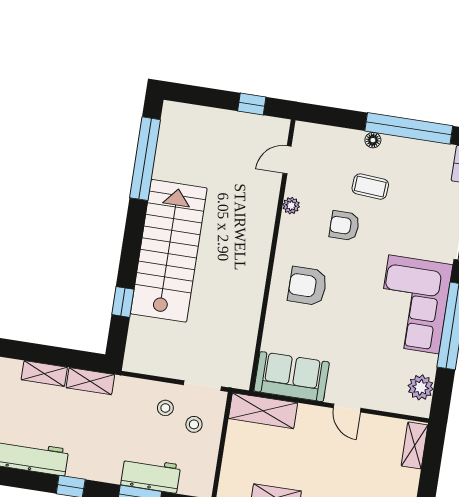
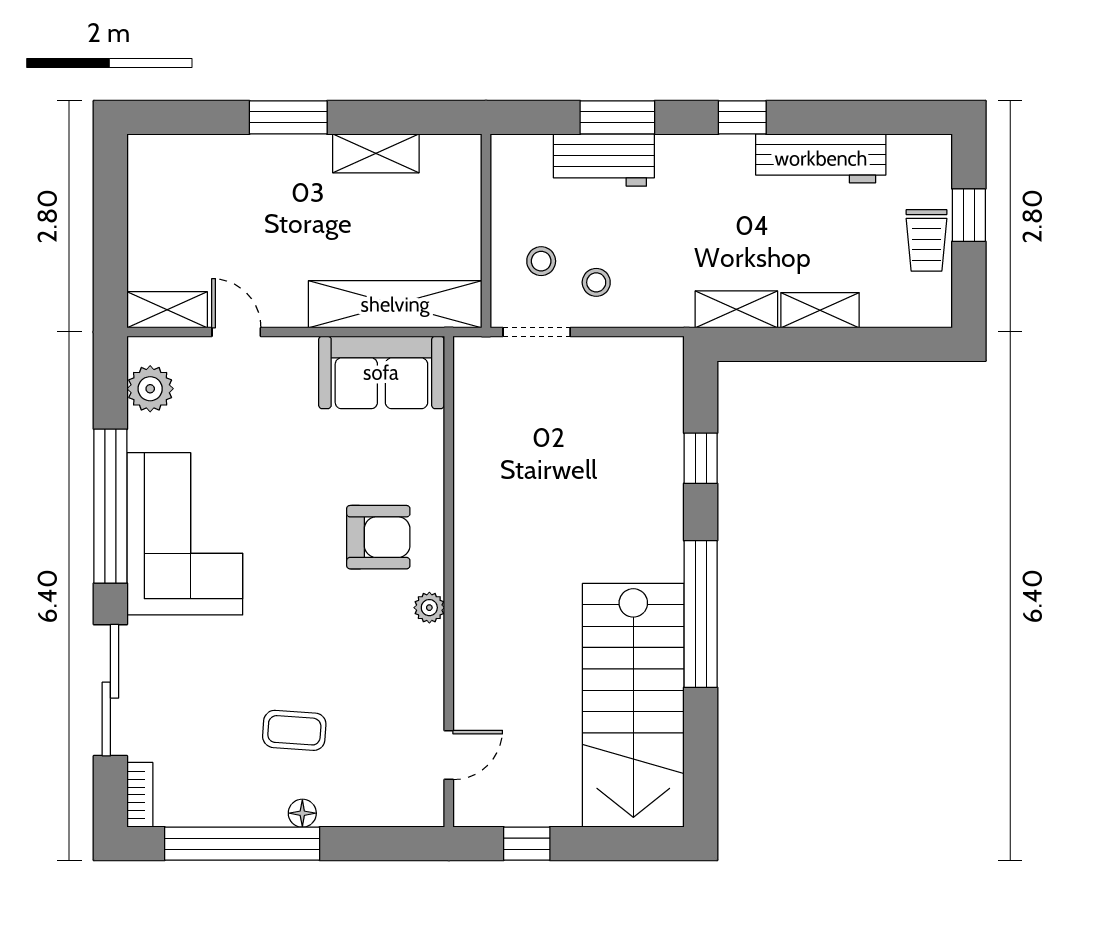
window: (145, 159) -> (701, 614), moved
plant: (291, 206) -> (429, 608), moved
armchair: (344, 226) -> (329, 654), removed
stairs: (169, 251) -> (633, 705), moved
door: (347, 408) -> (236, 332), moved
shelving: (263, 411) -> (395, 304), width x1.47
shelving: (415, 445) -> (167, 310), moved, turned 90

